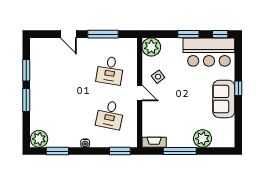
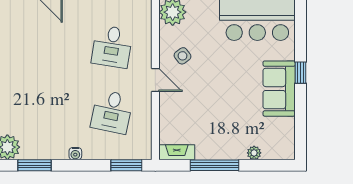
plant: (203, 139) -> (254, 153), width x0.53, depth x0.53

